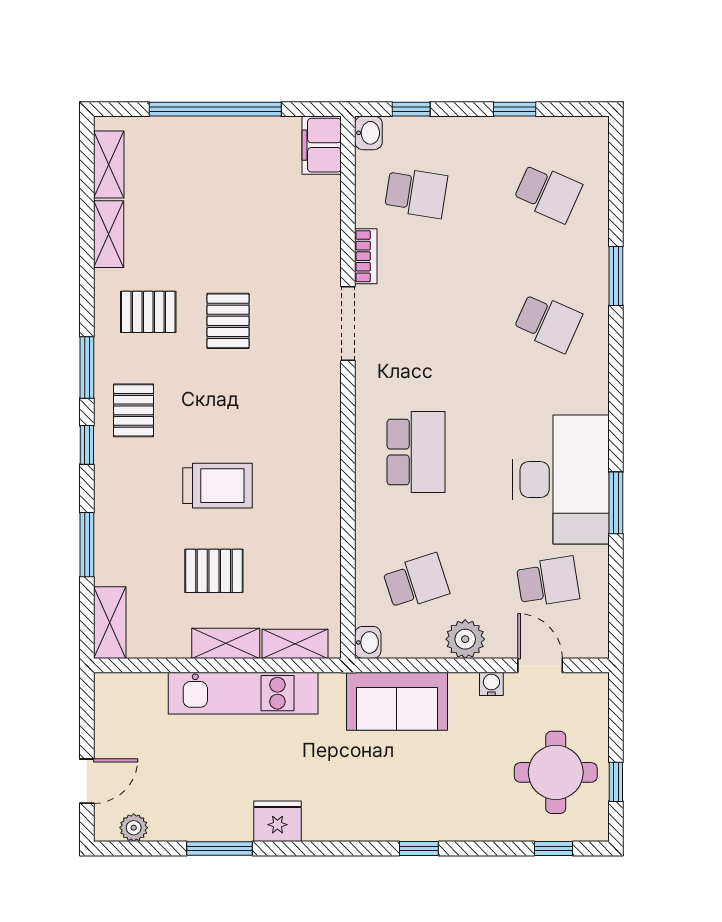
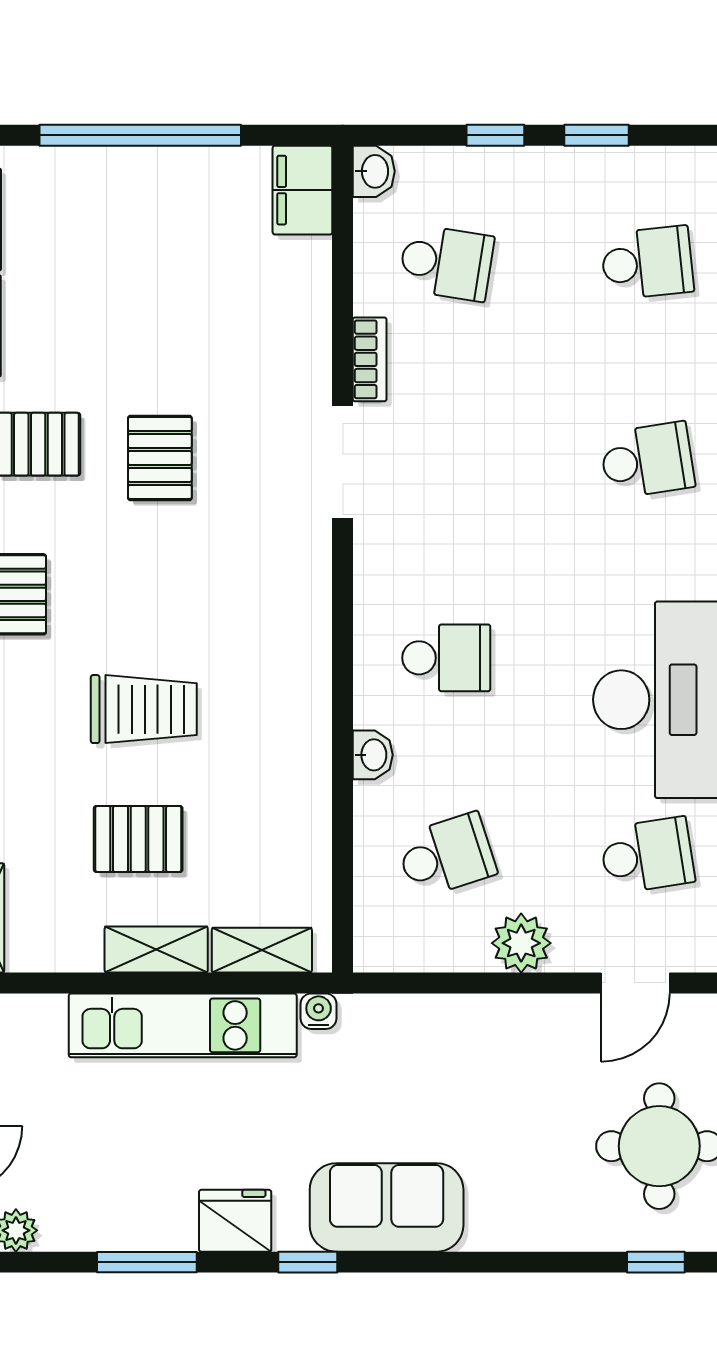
window: (411, 109) -> (495, 135), moved
school desk: (548, 193) -> (647, 263), turned -30
school desk: (548, 322) -> (647, 460), turned -33
school desk: (416, 452) -> (446, 658), width x0.54
washbasin: (368, 642) -> (373, 755), moved
door: (540, 665) -> (635, 983), swing flipped
water cooler: (491, 684) -> (319, 1011), moved
sofa: (397, 701) -> (387, 1207), moved, turned 180
window: (419, 848) -> (308, 1262), moved

